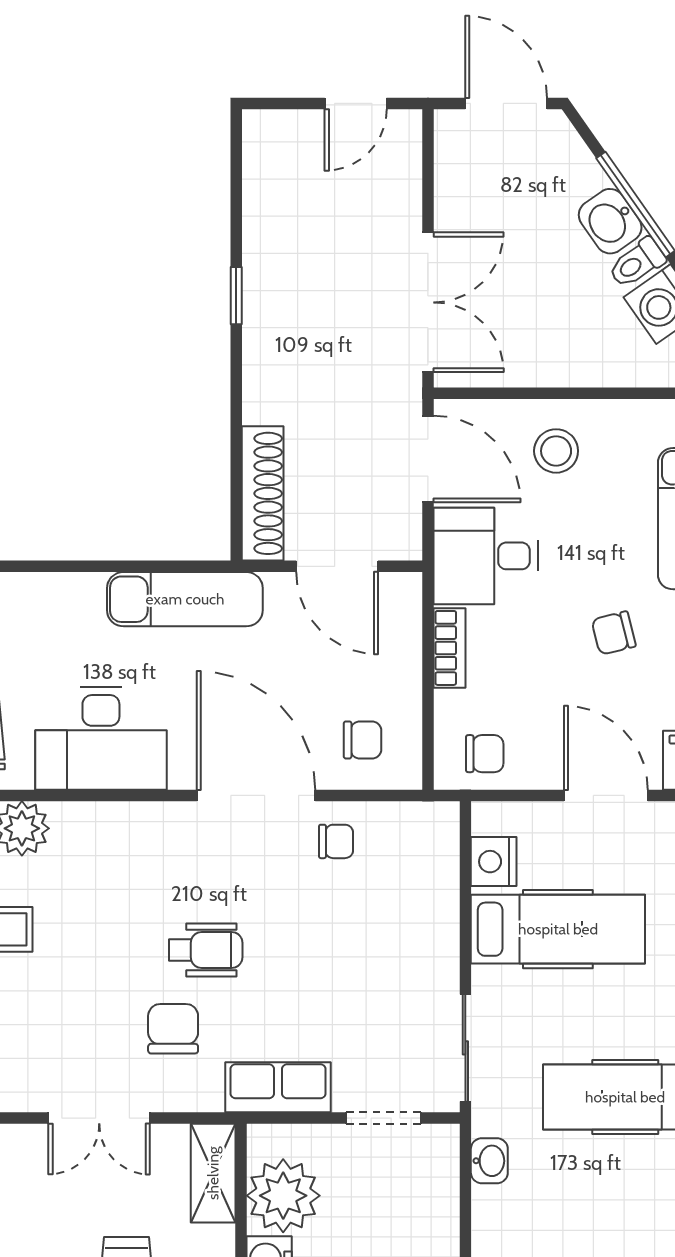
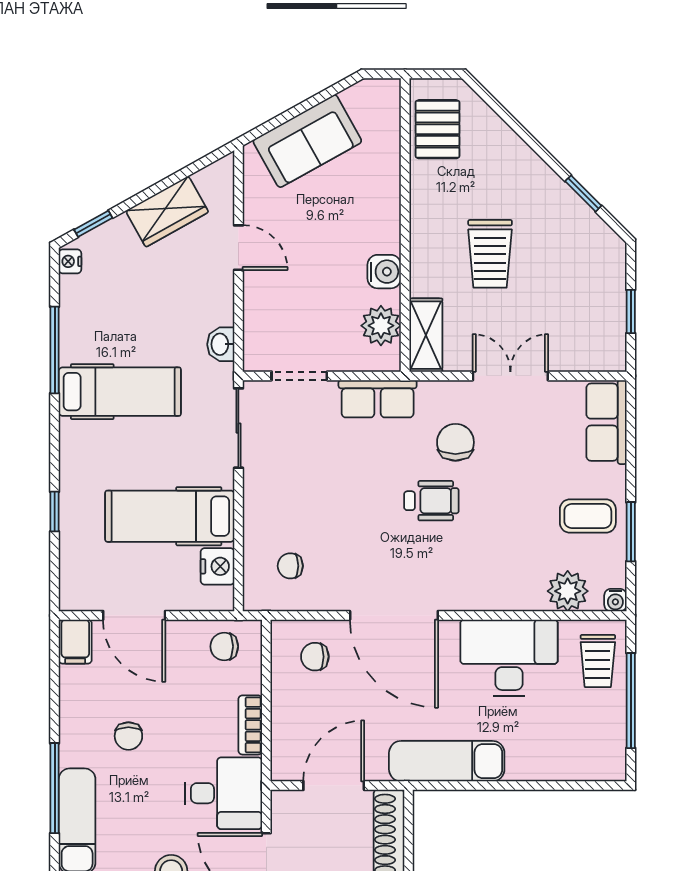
door: (337, 566) -> (334, 786), hinge flipped
chair: (614, 633) -> (128, 736), turned 104
chair: (336, 841) -> (290, 566), moved
wheelchair: (206, 950) -> (431, 501), turned 180
chair: (173, 1029) -> (455, 442), turned 180
plant: (283, 1196) -> (381, 326), width x0.73, depth x0.73

